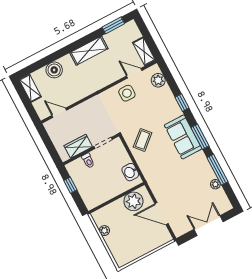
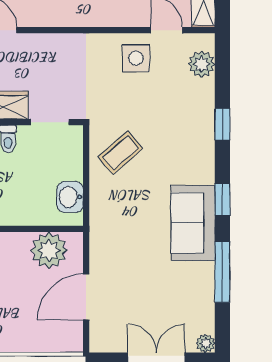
sofa: (183, 137) -> (193, 223), moved
window: (200, 137) -> (222, 200), width x0.67
plant: (215, 184) -> (206, 343), moved
door: (162, 214) -> (86, 297), hinge flipped

